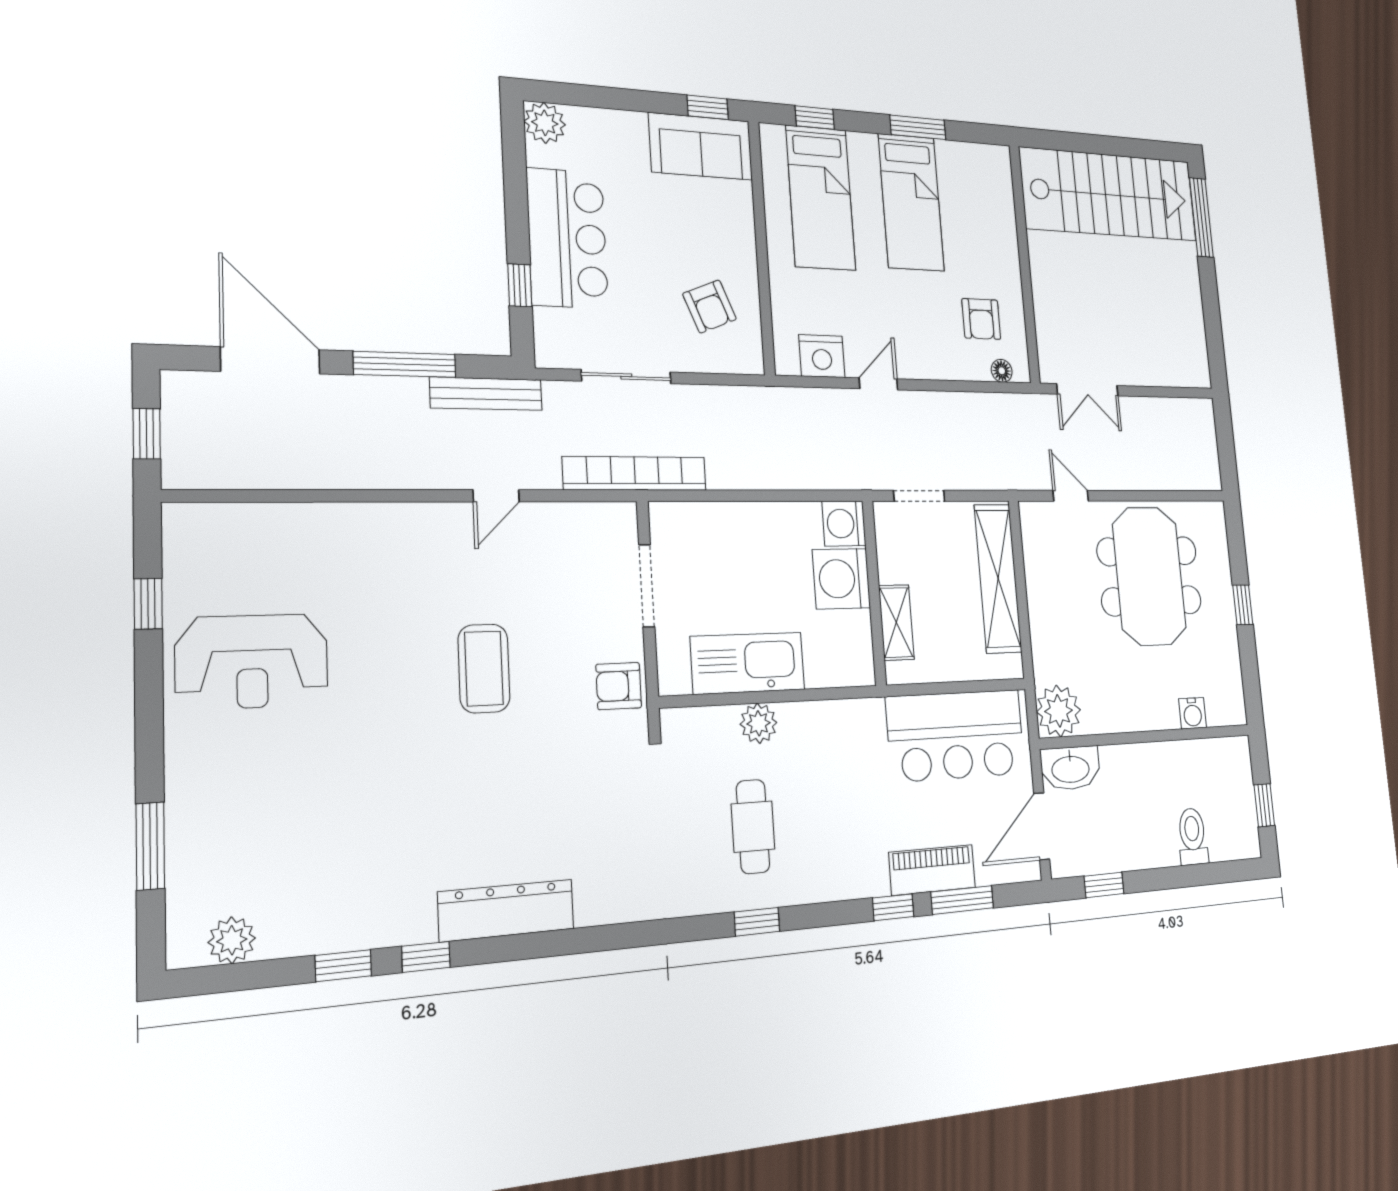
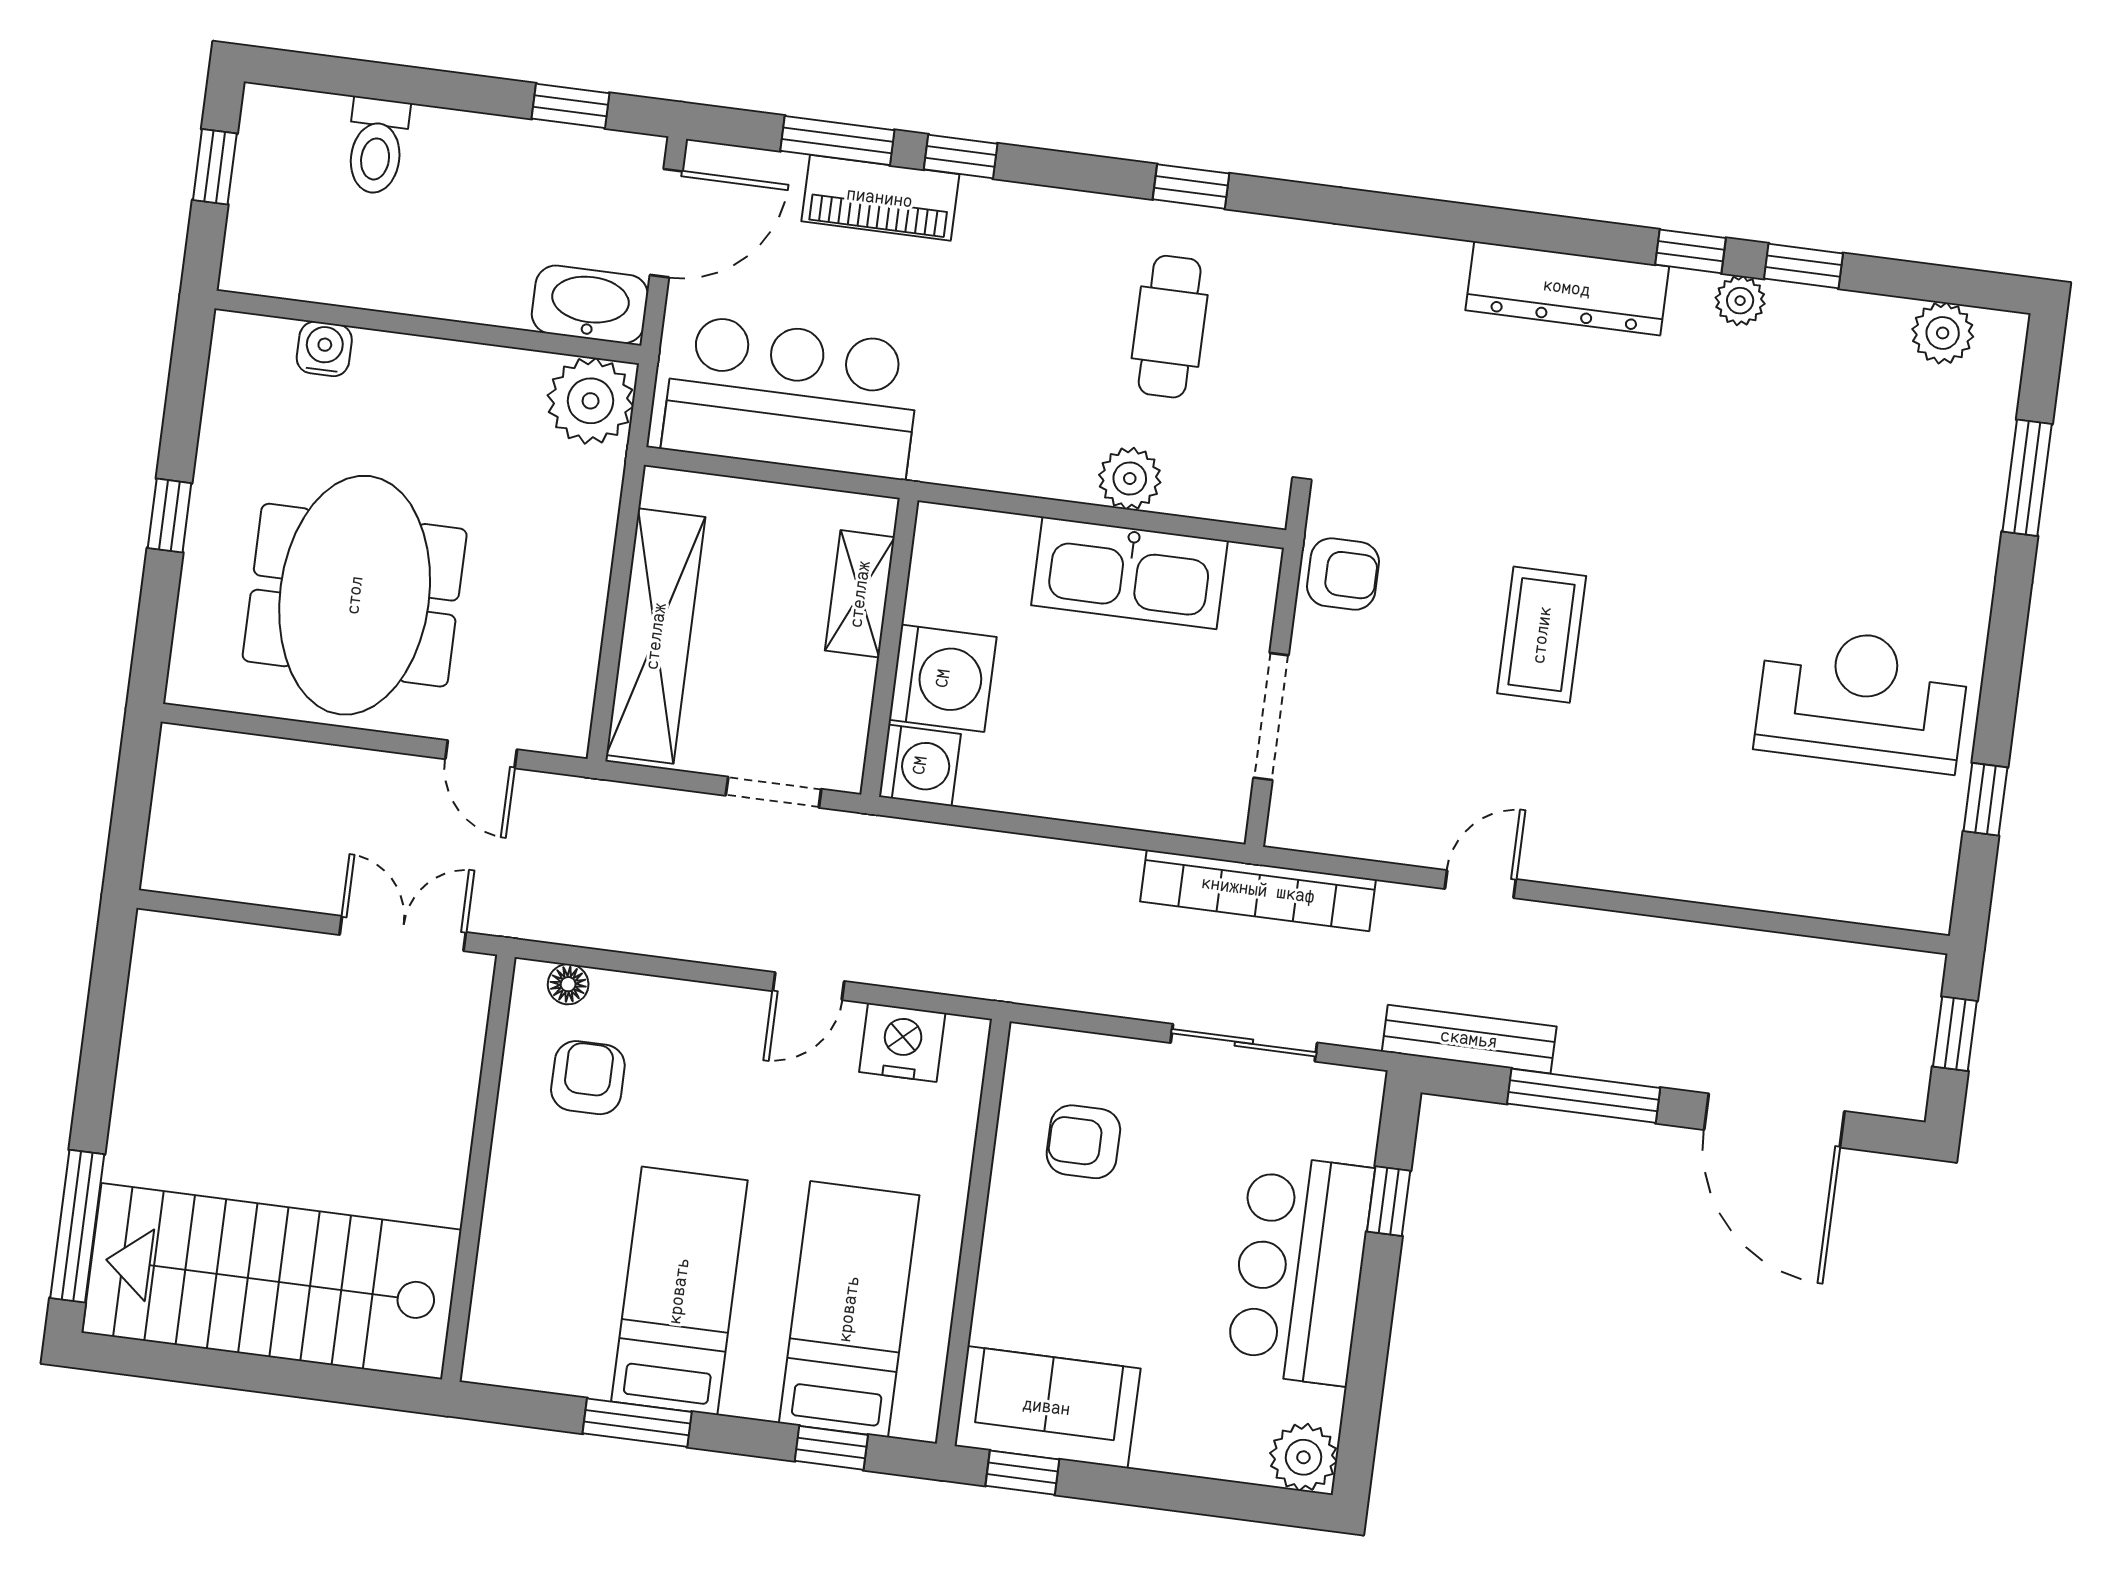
armchair: (710, 306) -> (1083, 1142), turned -68
plant: (385, 930) -> (1740, 301), added

